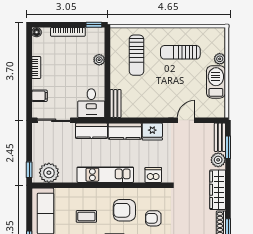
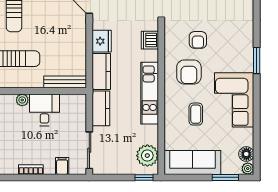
desk: (91, 103) -> (44, 110), moved, turned -90
bench: (115, 104) -> (65, 82), width x1.36

